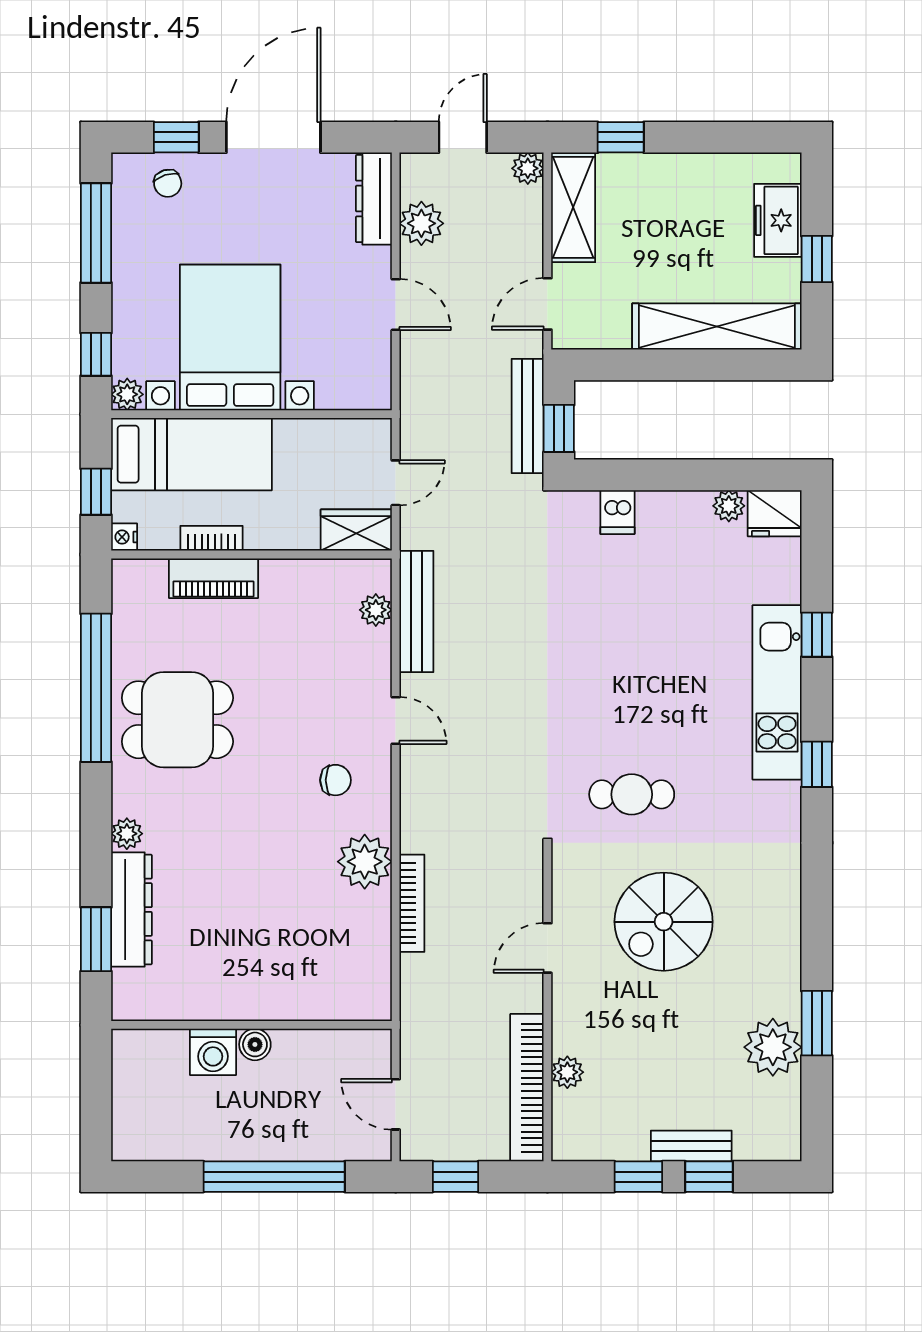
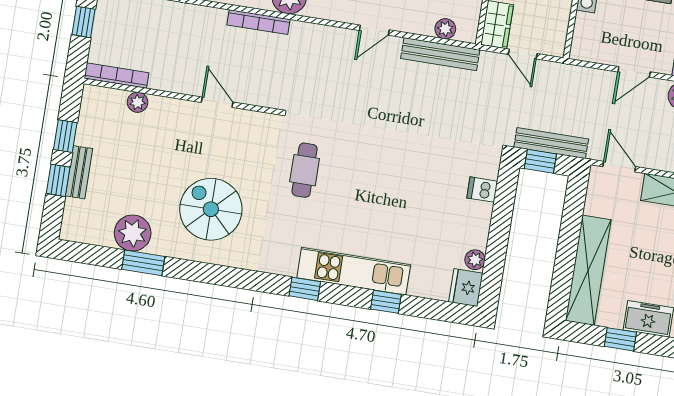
spiral stairs: (664, 922) -> (211, 209), moved
bookcase: (527, 1088) -> (117, 76), width x0.68, depth x0.76

